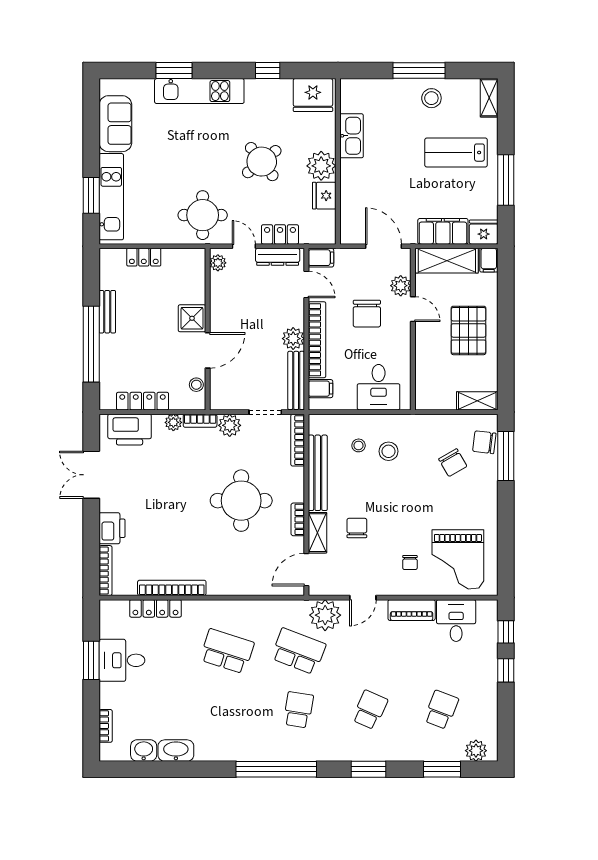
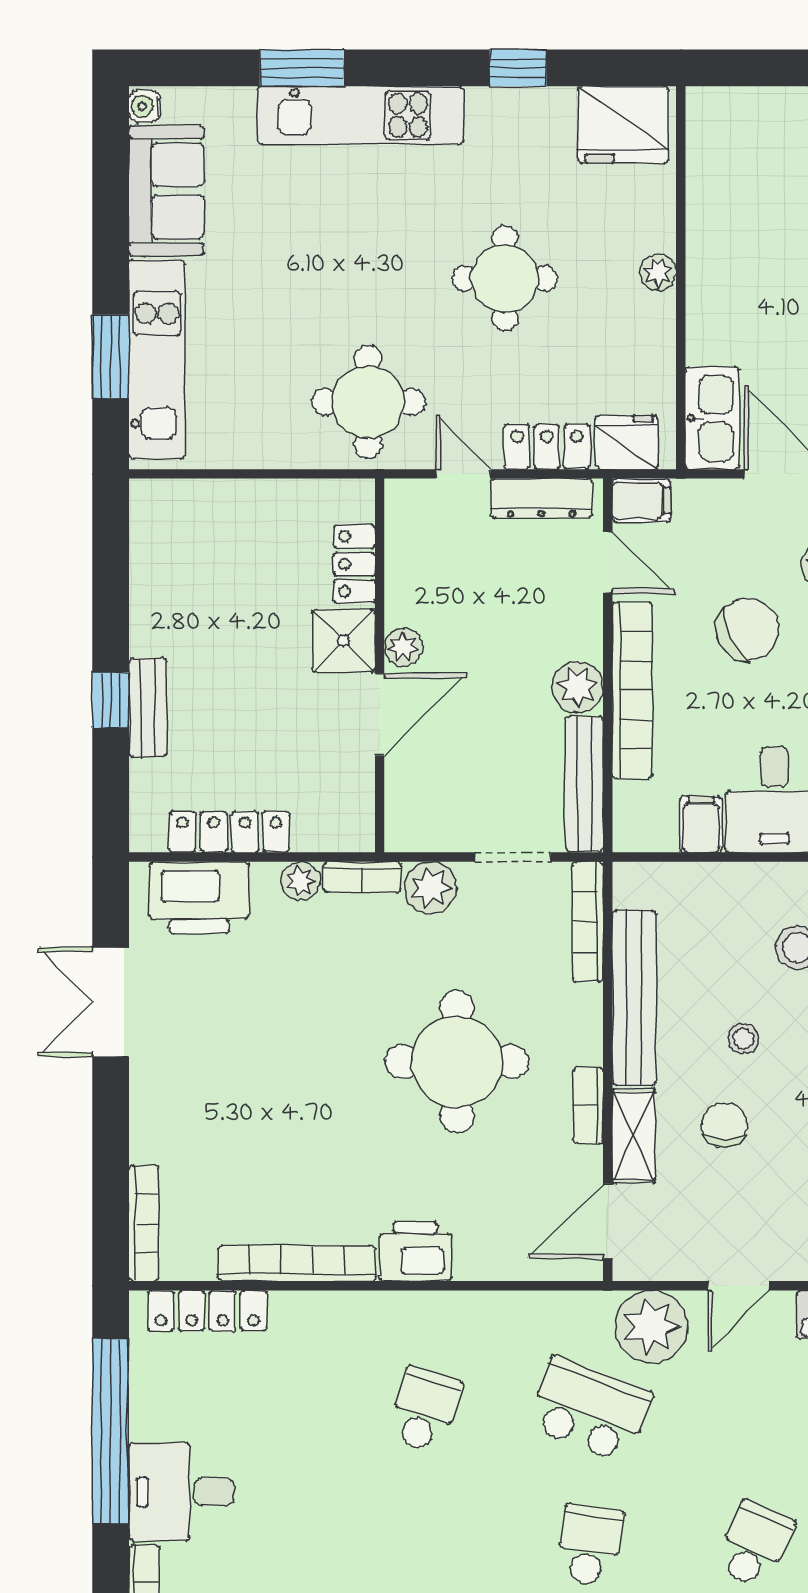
water cooler: (106, 87) -> (145, 106), added
kitchen sink: (352, 136) -> (712, 418), moved
round table: (262, 162) -> (505, 278), turned 38
plant: (321, 166) -> (658, 272), width x0.53, depth x0.53
fridge: (324, 196) -> (627, 442), moved, turned 90
locker: (144, 257) -> (354, 564), moved, turned 90
plant: (218, 263) -> (403, 647), moved
bench: (107, 312) -> (148, 707), moved
chair: (367, 314) -> (748, 629), turned -117
window: (91, 344) -> (111, 700), width x0.32
stool: (196, 385) -> (354, 794), removed
filing cabinet: (320, 389) -> (701, 824), moved, turned -90
stool: (359, 445) -> (744, 1039), moved
printer: (112, 528) -> (415, 1251), moved, turned -90
locker: (155, 608) -> (207, 1311), moved
school desk: (227, 651) -> (425, 1410), width x0.54
window: (91, 660) -> (111, 1431), width x2.11
desk: (122, 660) -> (182, 1492), moved

